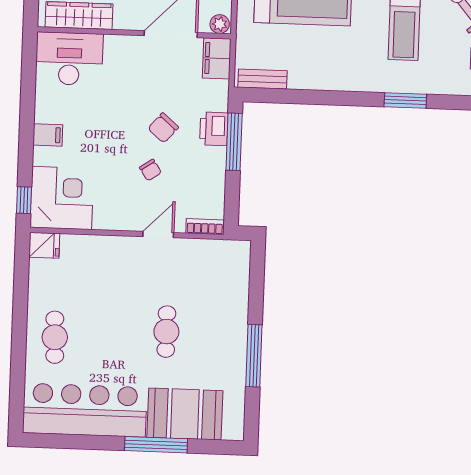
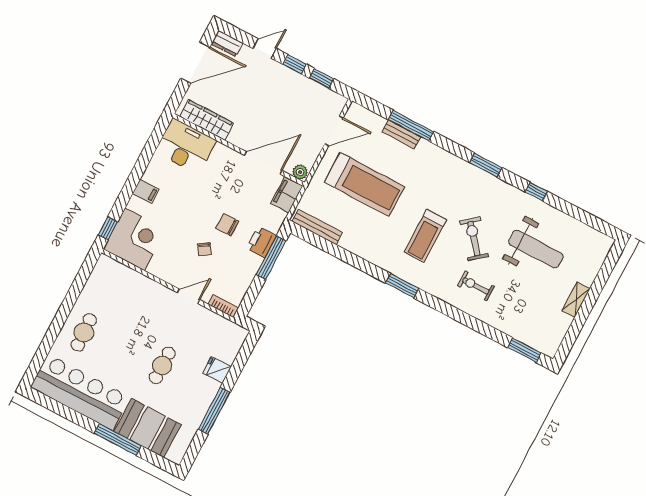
bench: (262, 79) -> (317, 227), width x1.36
chair: (163, 128) -> (227, 225), turned 49
fridge: (44, 245) -> (217, 370), moved, turned 180

